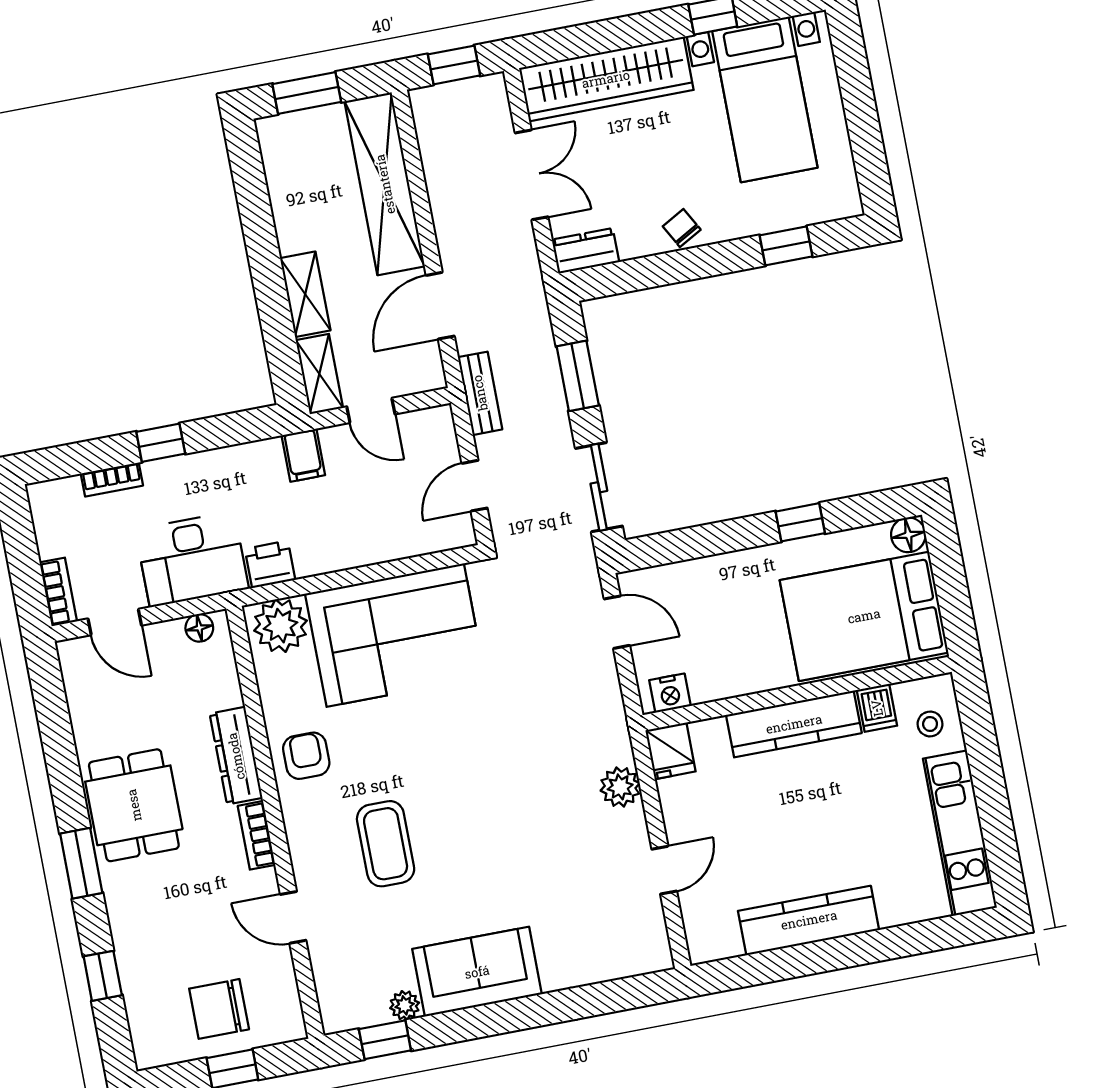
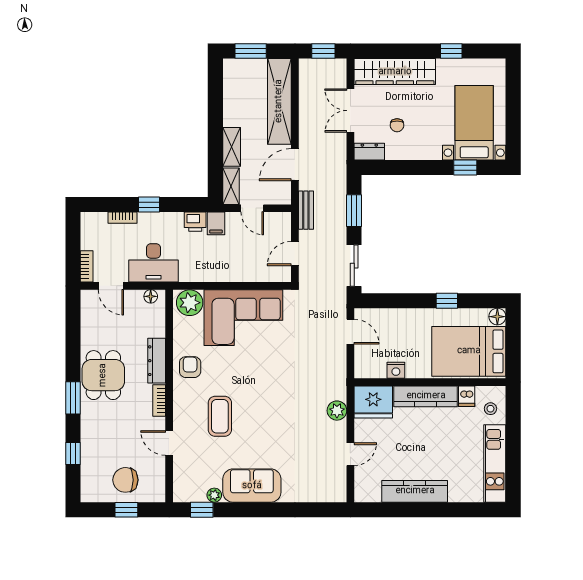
bed with nightstands: (765, 99) -> (474, 123), moved, turned 180
double door: (532, 175) -> (350, 111), swing flipped
chair: (682, 228) -> (397, 125), moved, turned -151
printer: (270, 564) -> (195, 222), moved, turned 180
nightstand: (670, 693) -> (396, 370), moved
fridge: (670, 751) -> (373, 402), width x1.88, depth x1.34

